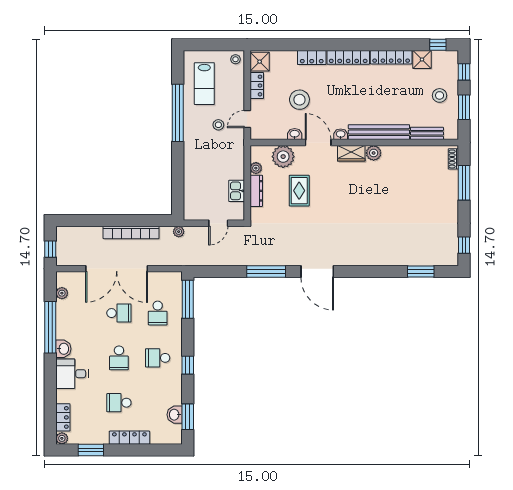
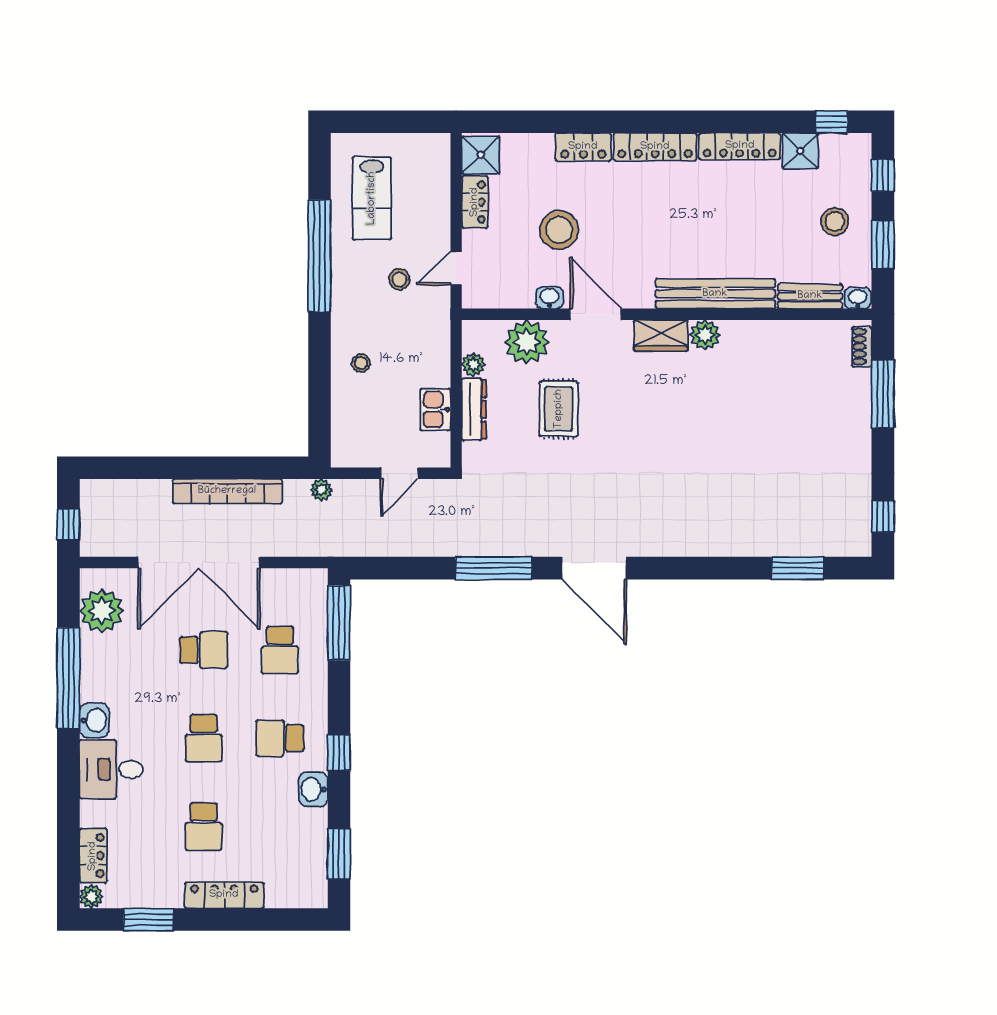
stool: (235, 59) -> (361, 363), moved
washbasin: (341, 134) -> (858, 298), moved
plant: (62, 293) -> (102, 611), width x1.87, depth x1.87
school desk: (119, 403) -> (204, 827), turned -90
washbasin: (175, 415) -> (313, 789), moved

